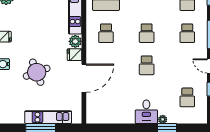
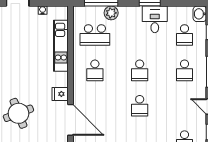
plant: (75, 41) -> (61, 79), removed
door: (84, 78) -> (70, 120), hinge flipped

